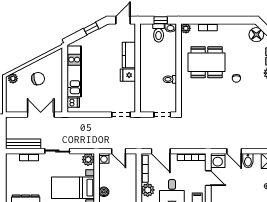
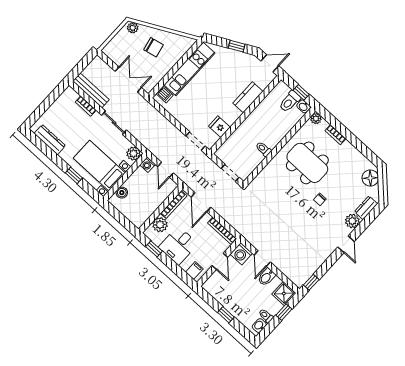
fridge: (128, 75) -> (219, 127), moved

